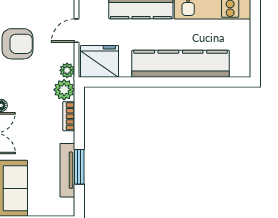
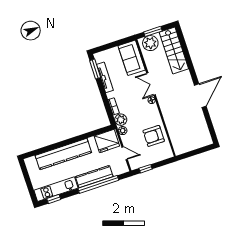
door: (76, 31) -> (125, 153), hinge flipped
window: (79, 167) -> (95, 69), moved

